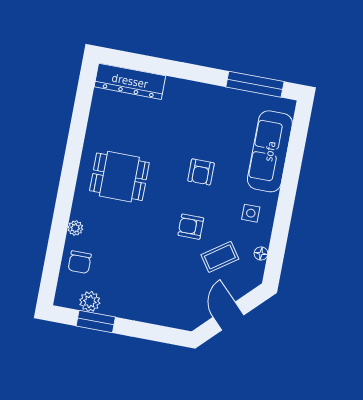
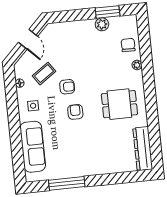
dresser: (130, 81) -> (143, 149), moved, turned -90
window: (255, 84) -> (67, 183), moved
armchair: (201, 172) -> (75, 112), moved
plant: (90, 301) -> (102, 24), moved

